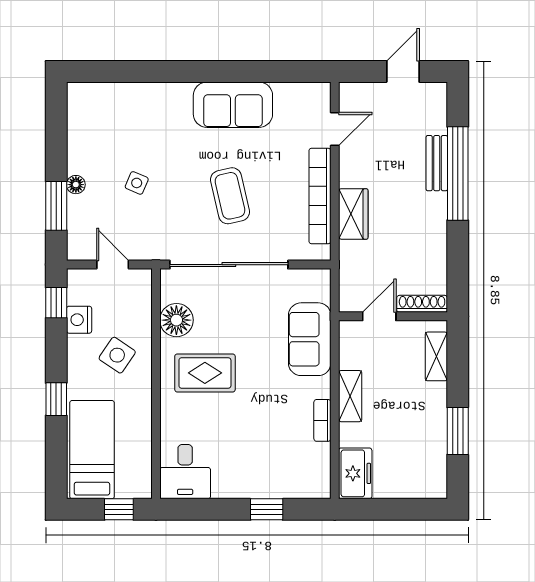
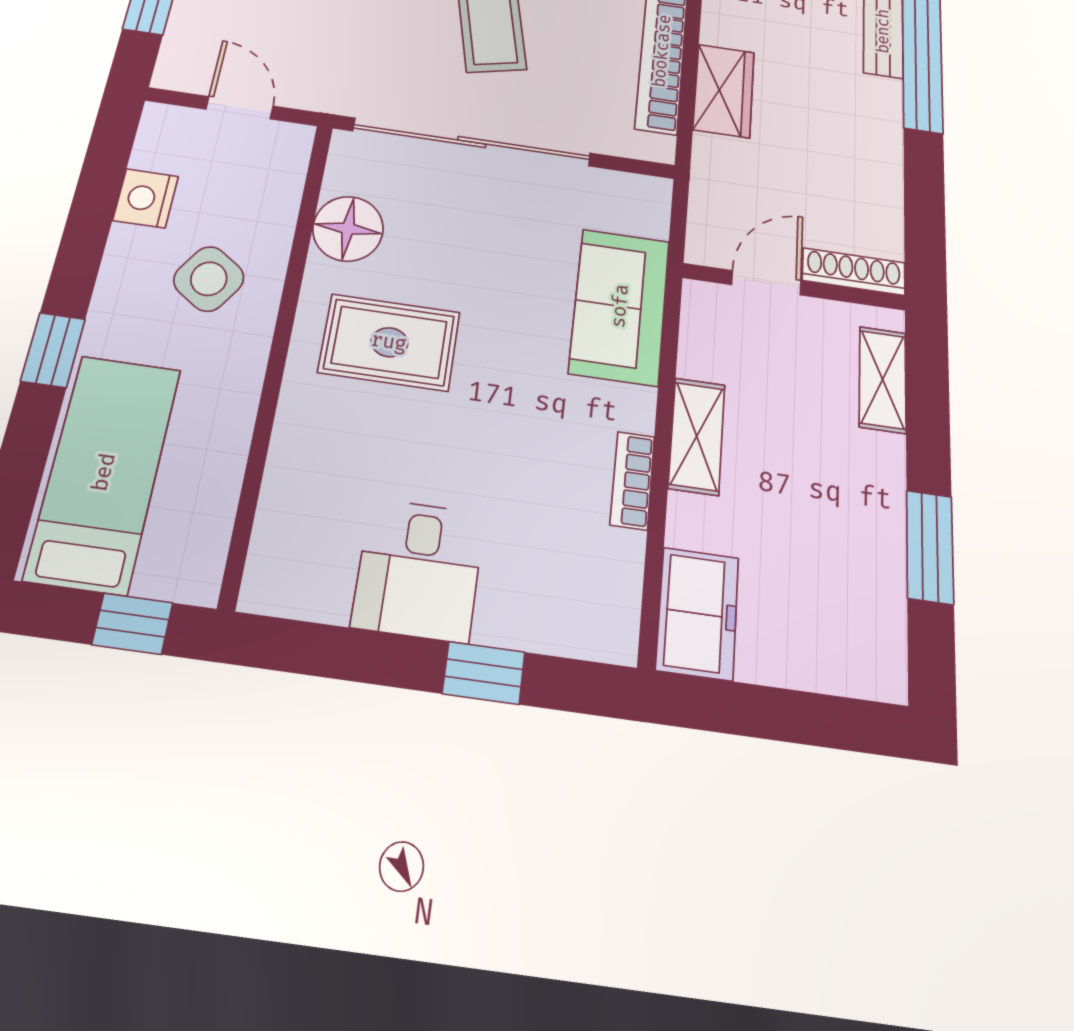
window: (56, 303) -> (107, 160), removed
desk: (185, 472) -> (419, 570), moved

